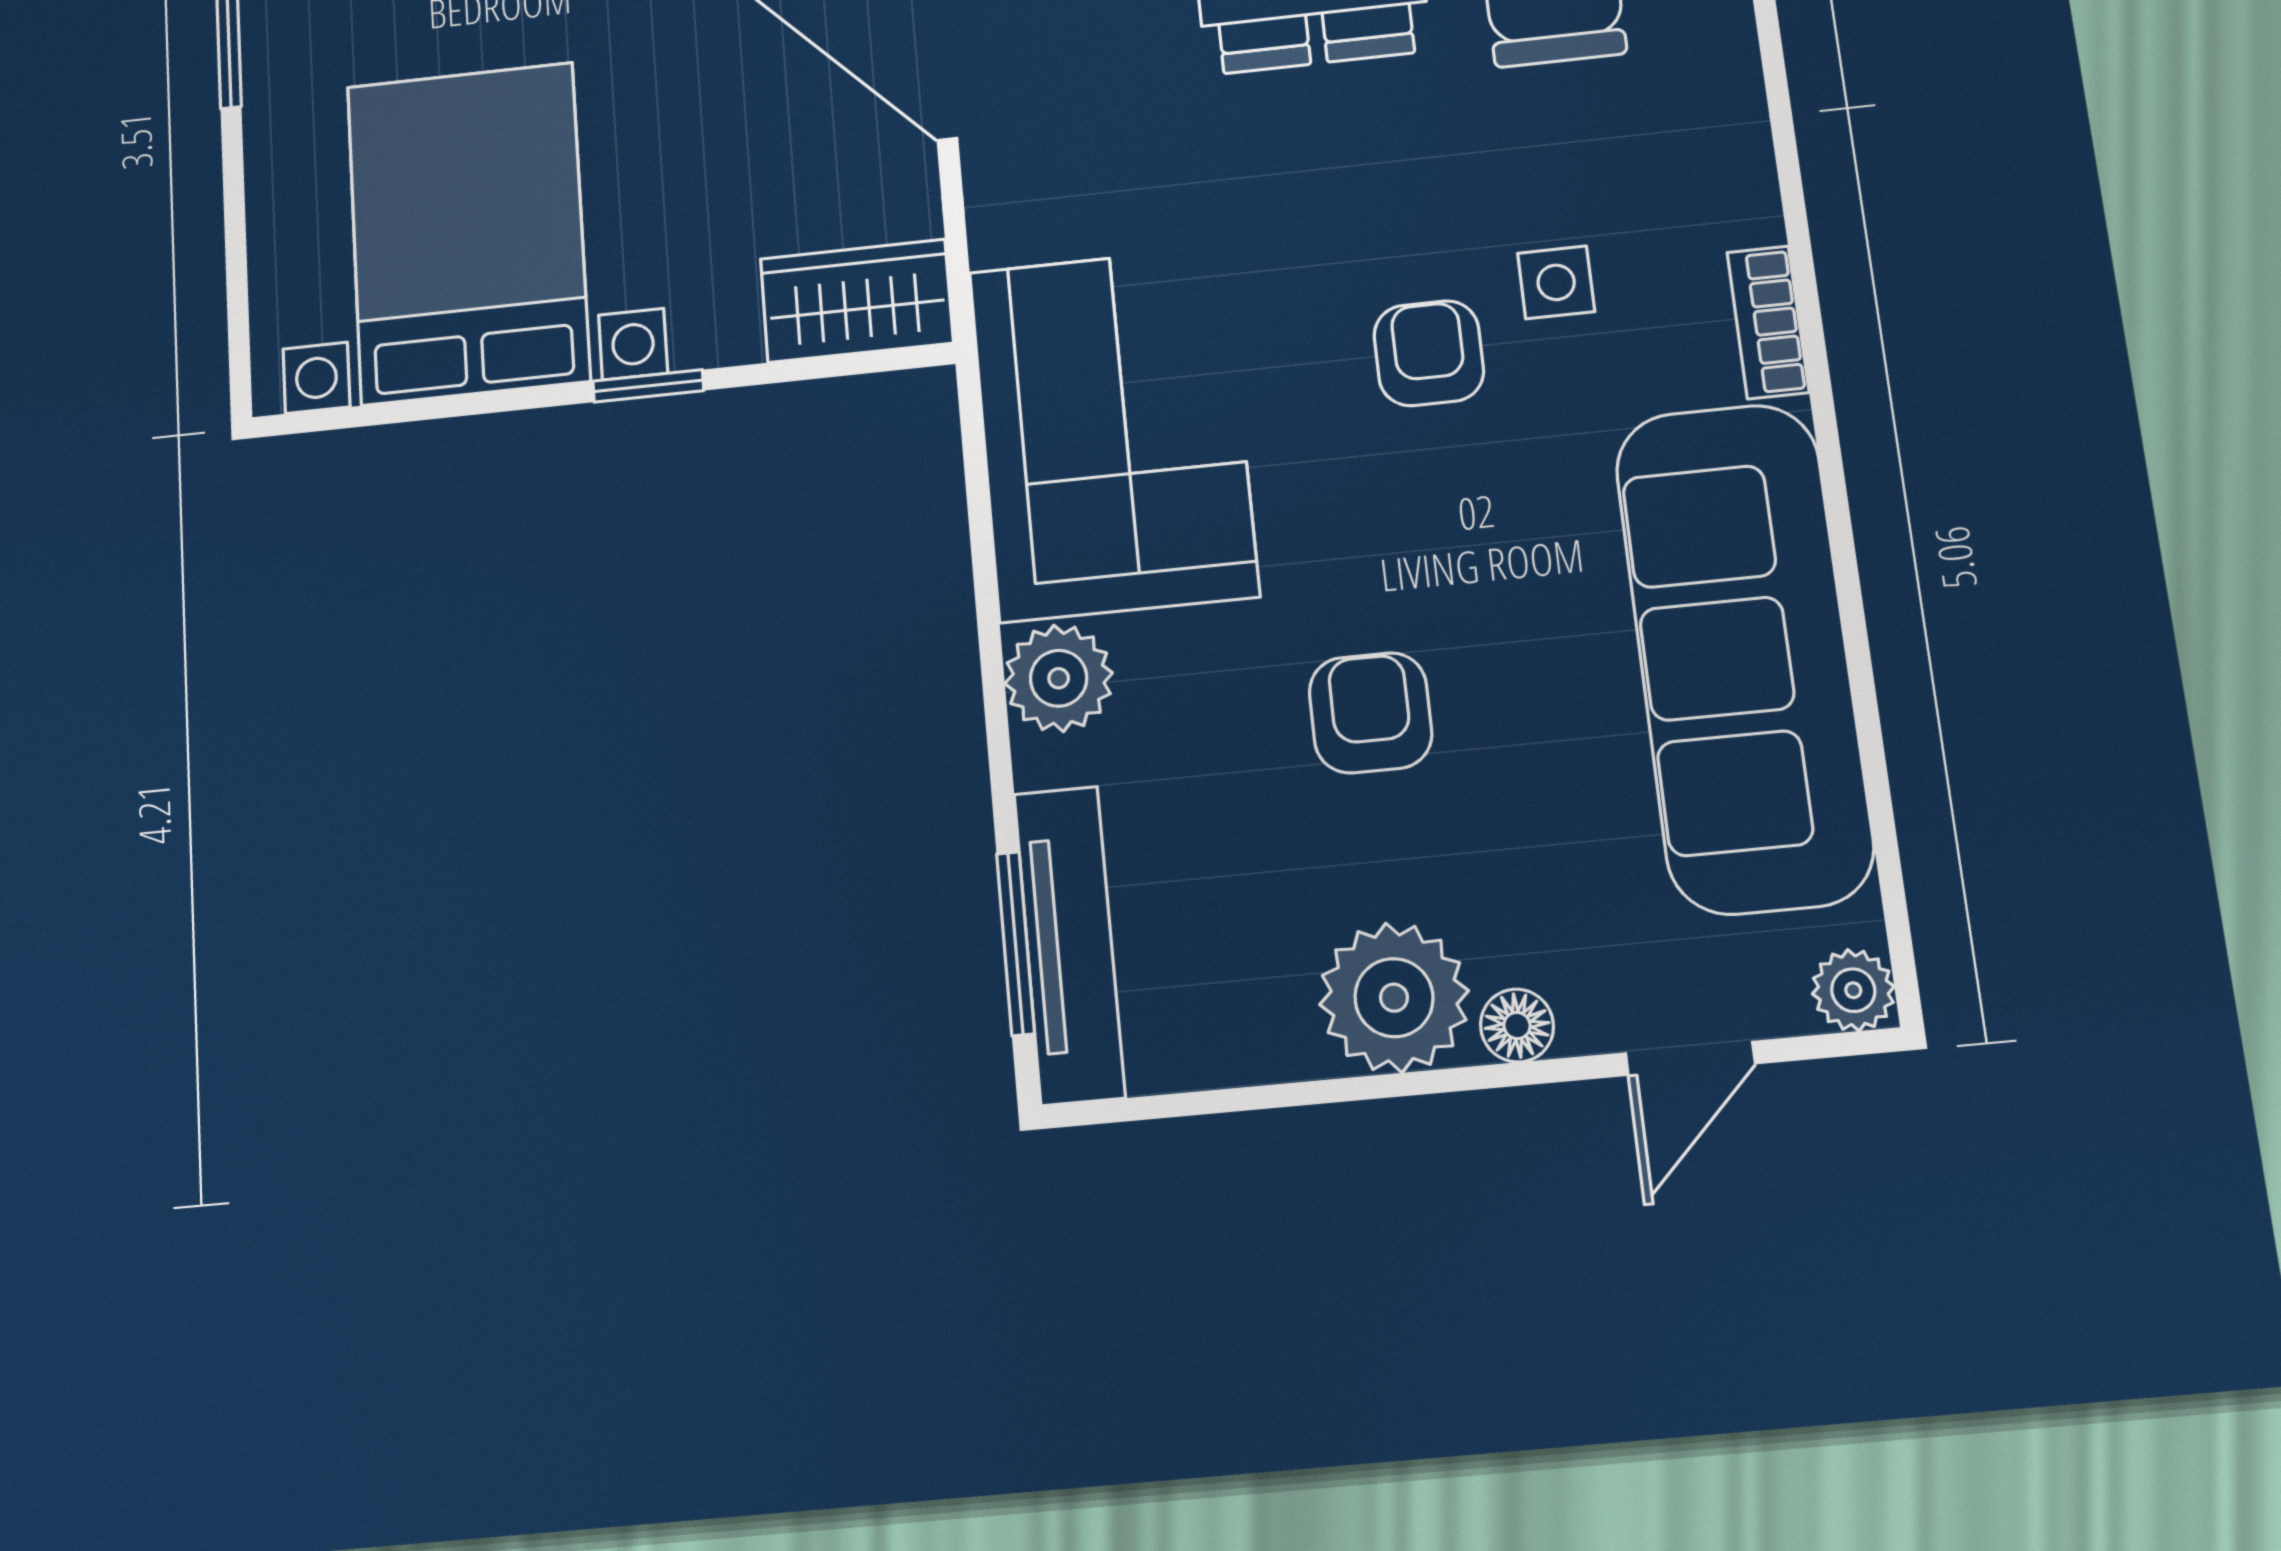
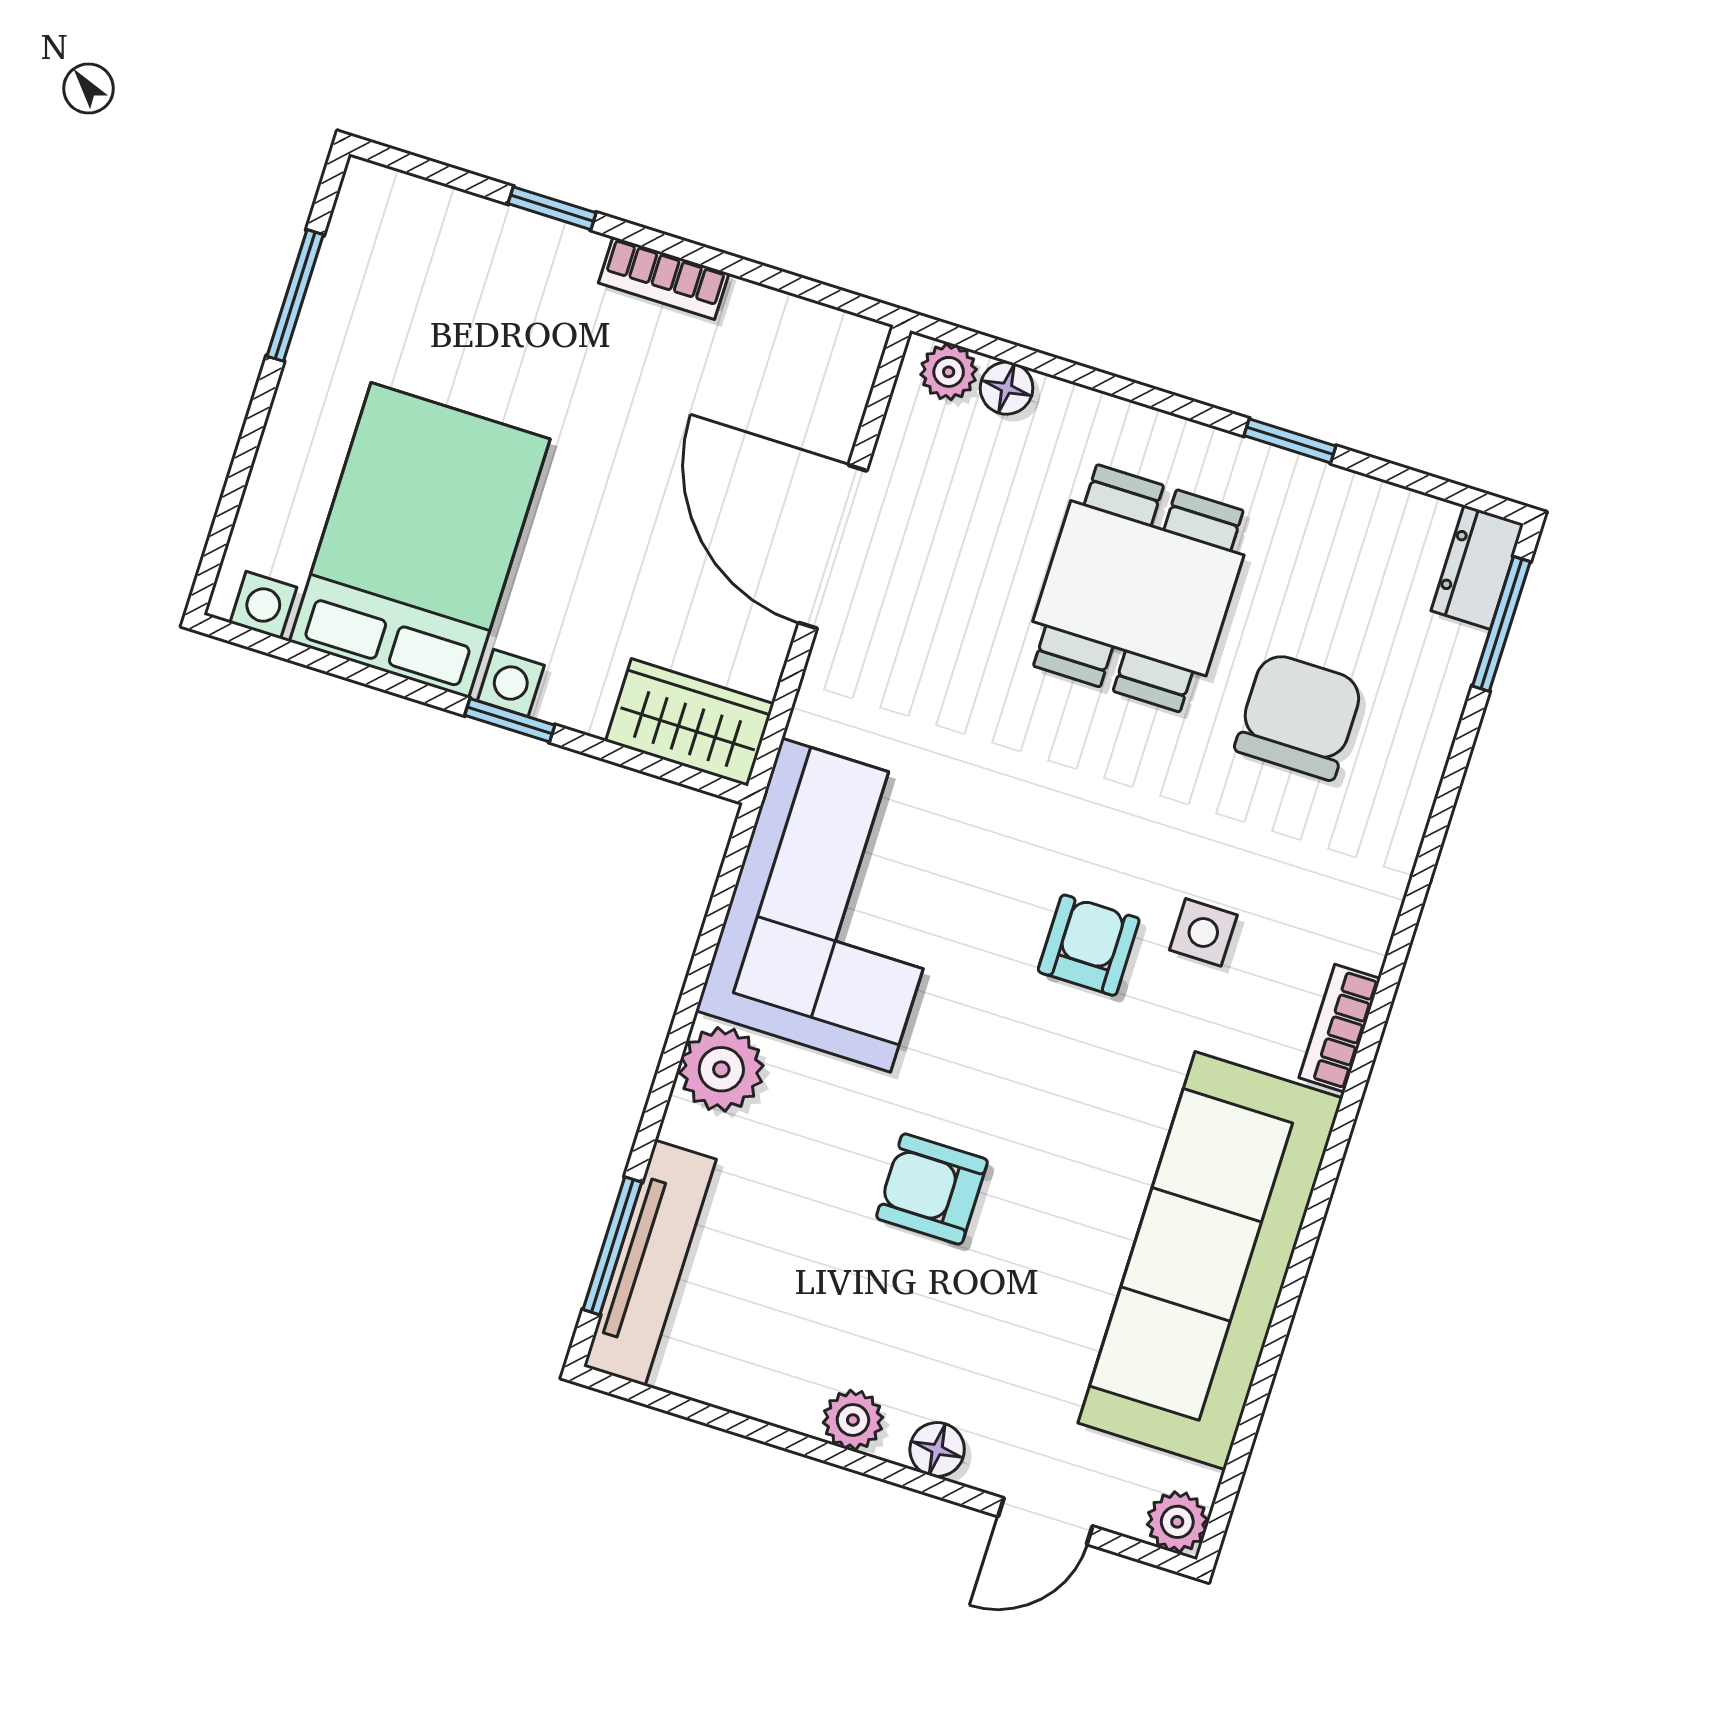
armchair: (1371, 713) -> (932, 1189), turned -90
plant: (1394, 998) -> (853, 1420), width x0.53, depth x0.53

